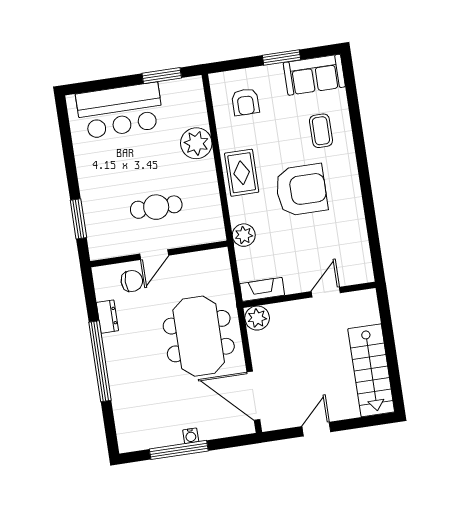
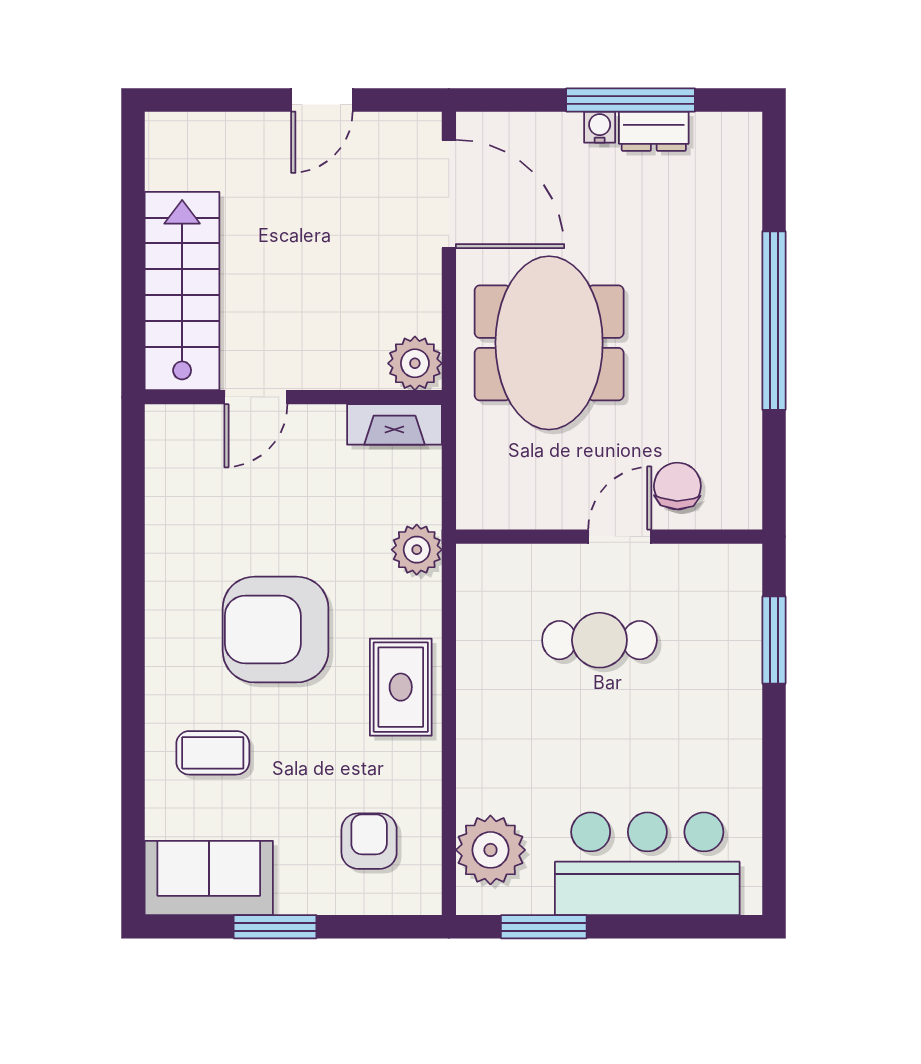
coffee table: (321, 131) -> (213, 753), turned 90
plant: (196, 143) -> (490, 850), moved
chair: (132, 281) -> (677, 486), turned 91
dresser: (107, 317) -> (654, 131), moved, turned -90
stairs: (371, 370) -> (182, 291), moved

